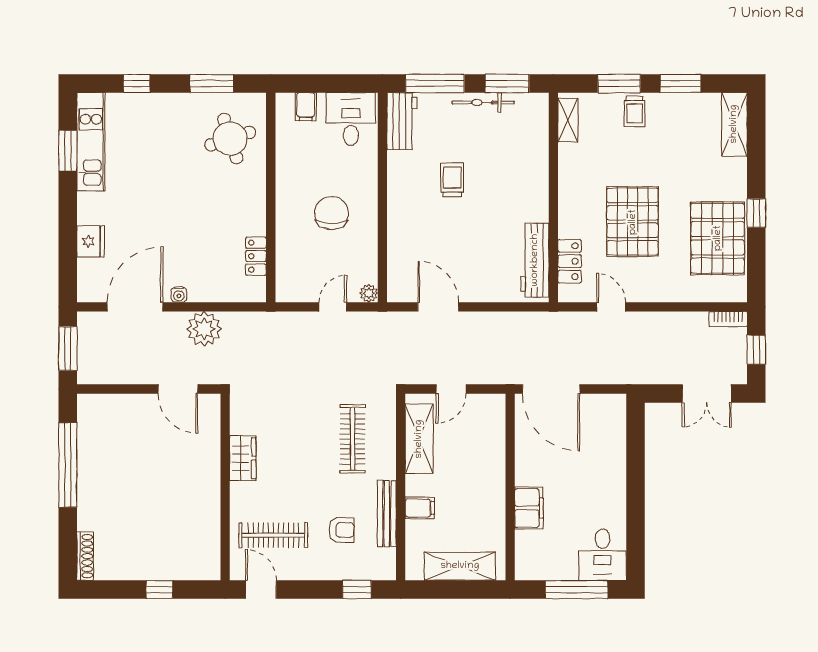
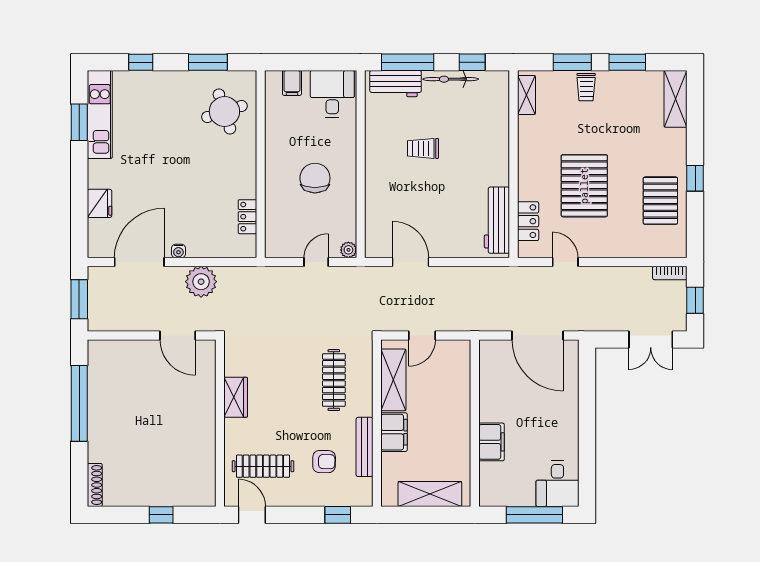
window: (507, 83) -> (472, 62), width x0.67
workbench: (402, 121) -> (396, 84), moved, turned 90
trolley: (452, 180) -> (423, 148), turned -90
pallet: (718, 238) -> (660, 201), width x0.73, depth x0.71
door: (551, 389) -> (538, 335), moved
filing cabinet: (420, 508) -> (394, 432), width x2.00

